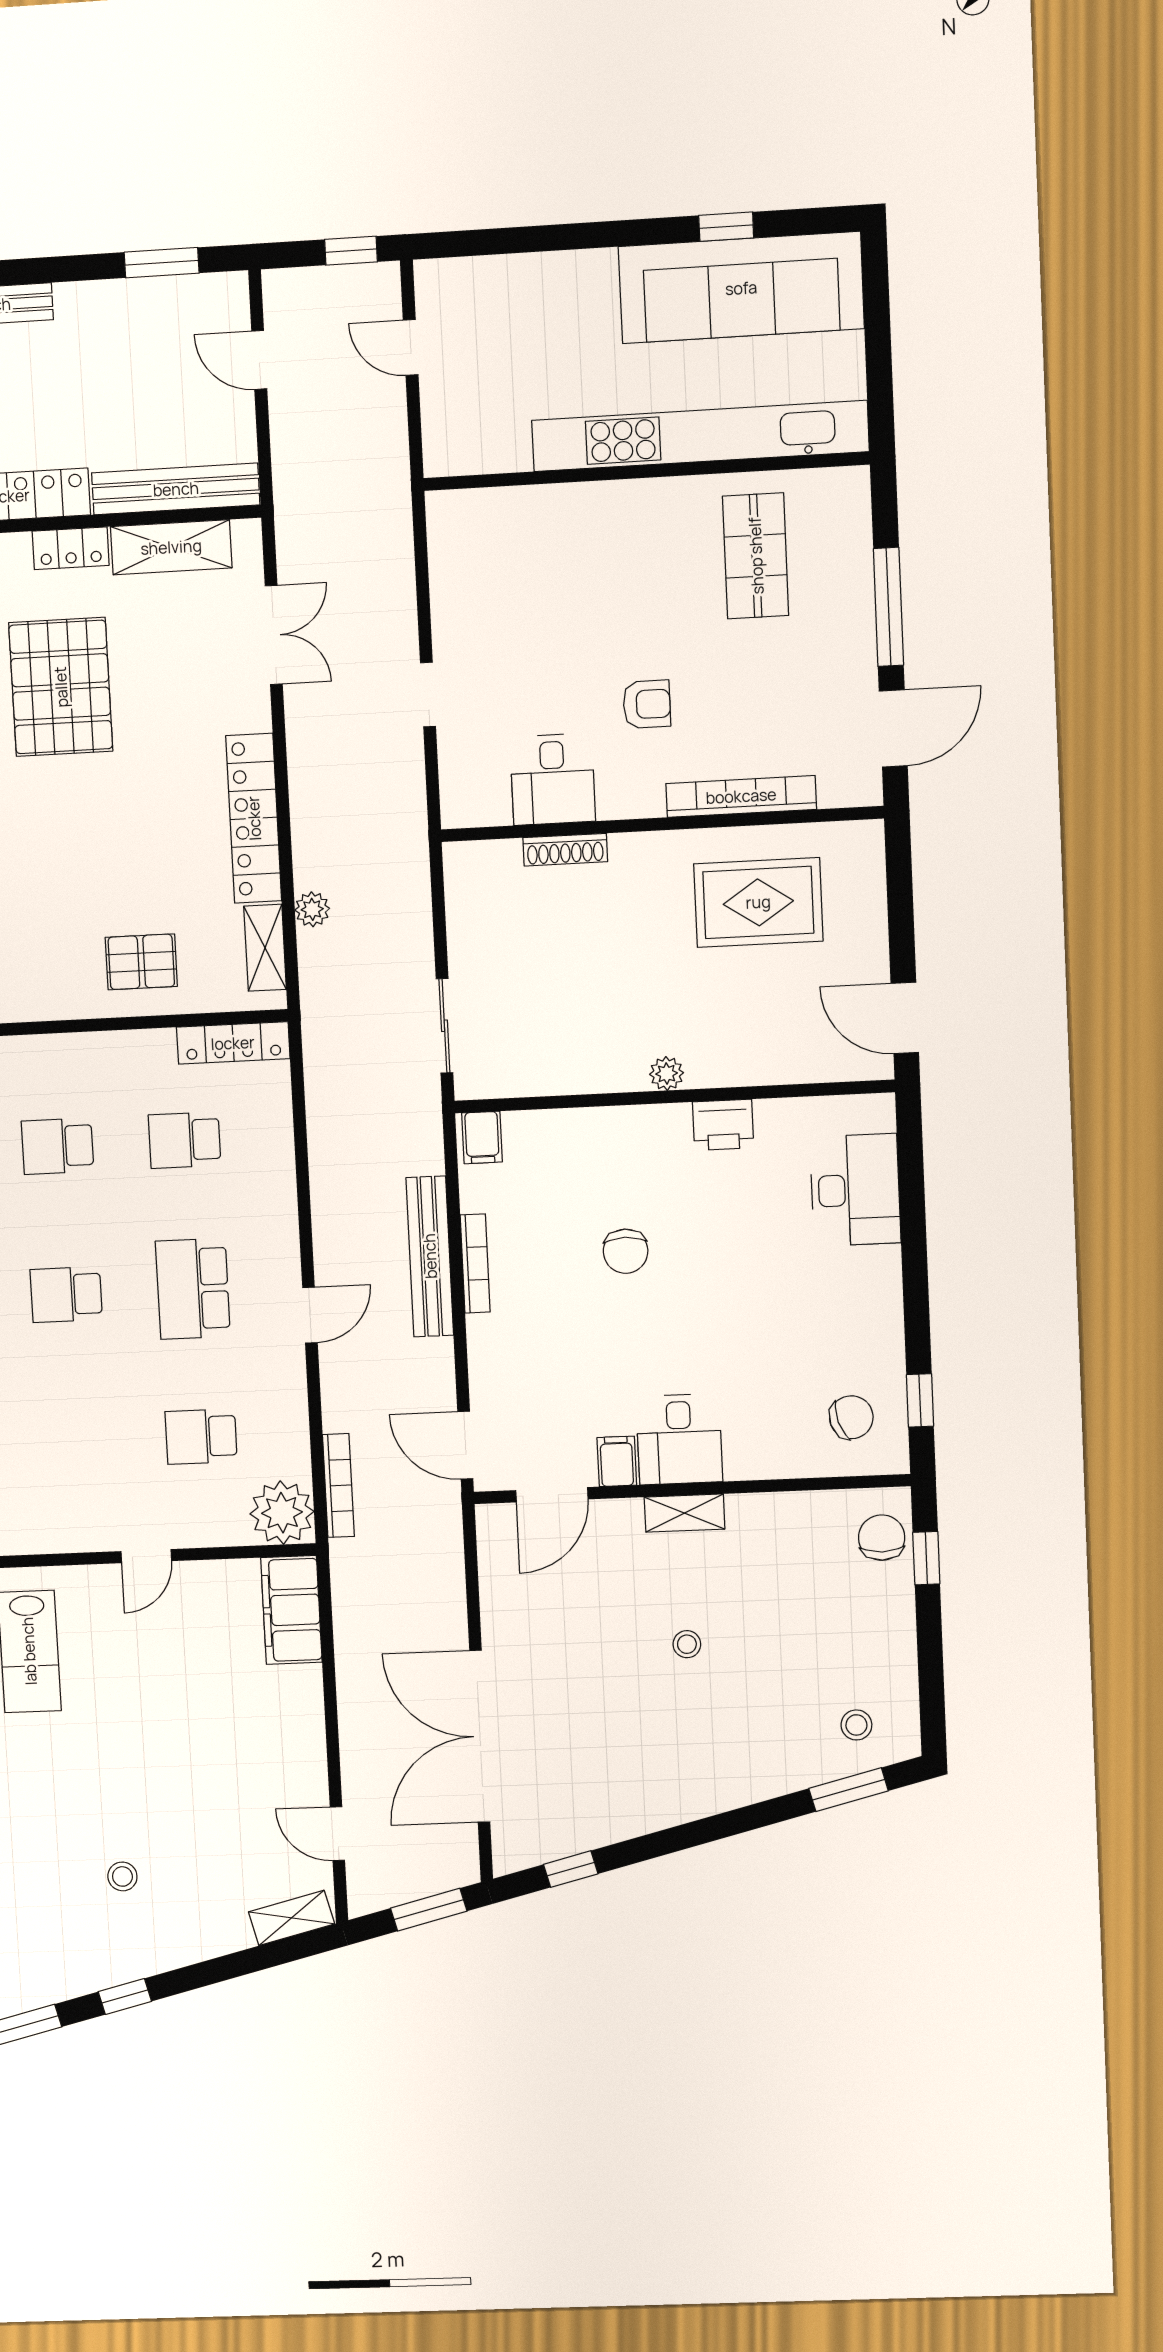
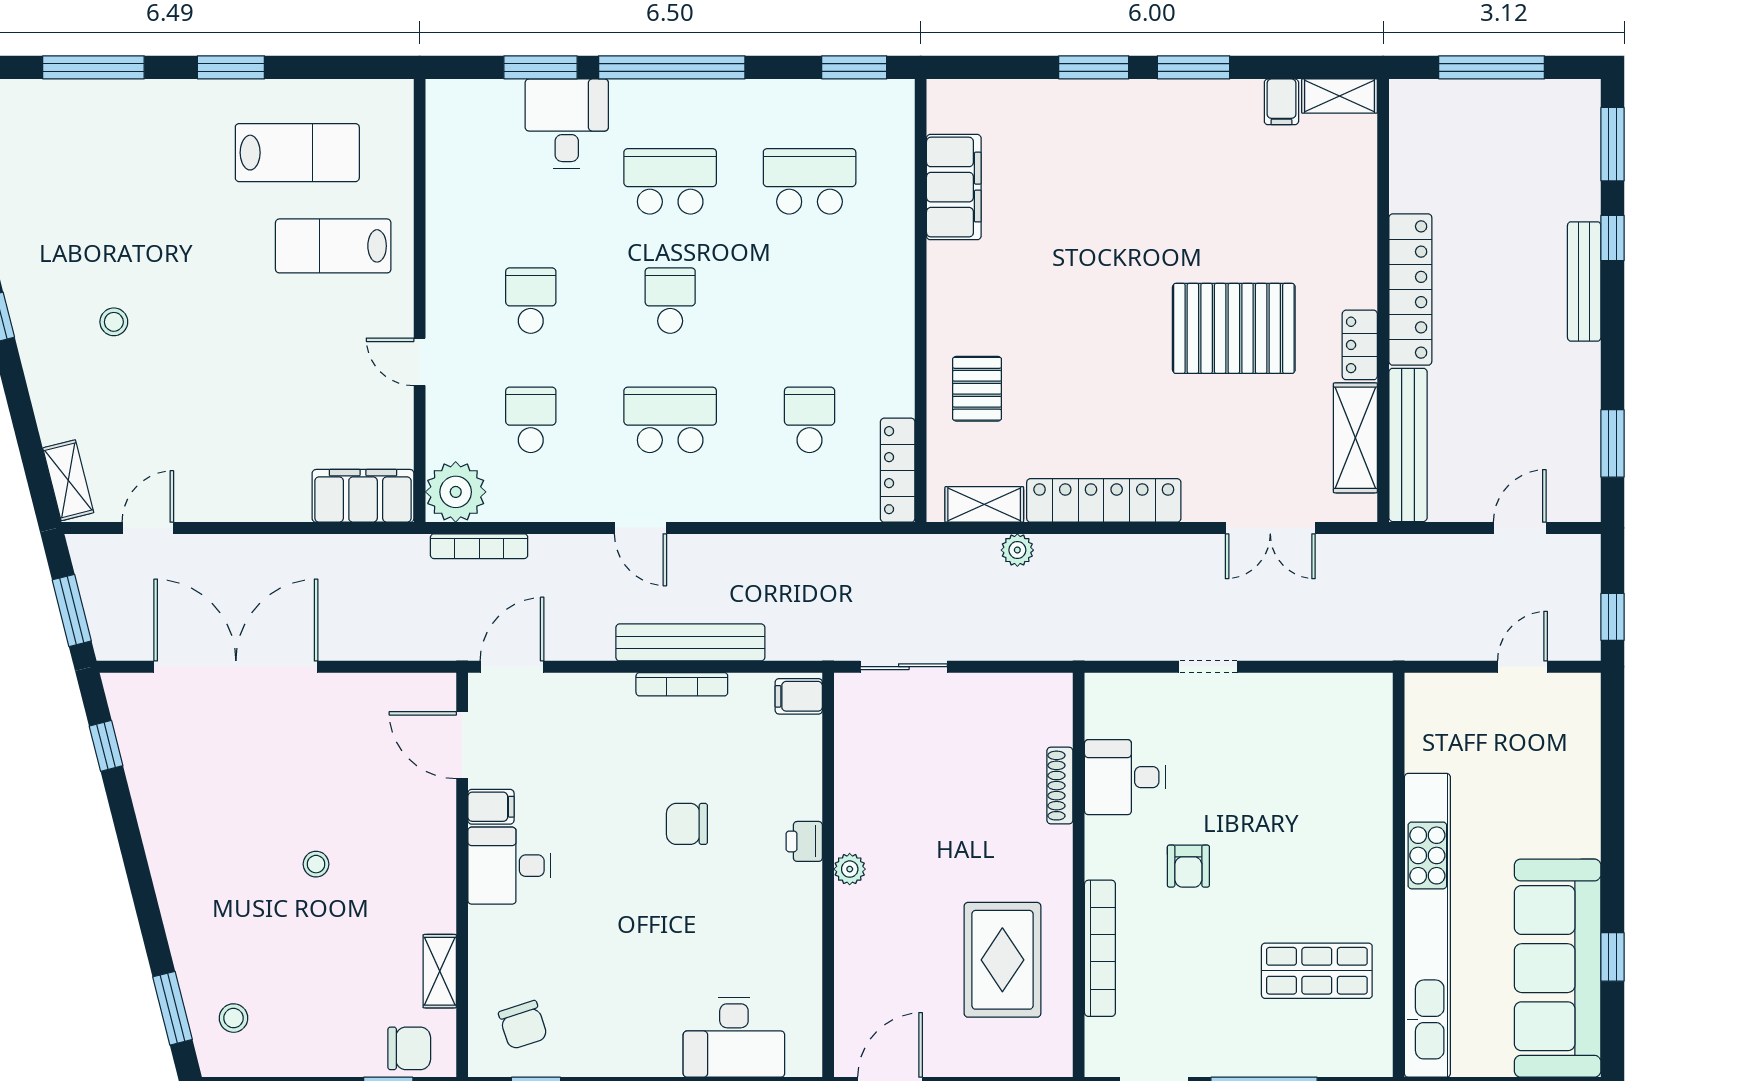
printer: (723, 1125) -> (804, 841), moved, width x0.73, depth x0.81
school desk: (58, 1146) -> (531, 301), moved
shelving: (685, 1513) -> (440, 971), moved

